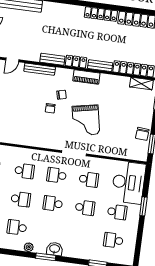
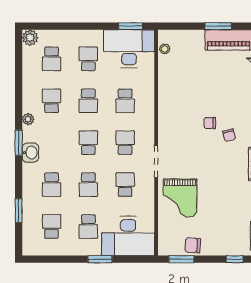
grand piano: (86, 120) -> (180, 198), moved, turned -79
school desk: (89, 180) -> (125, 185), turned 180
school desk: (81, 236) -> (52, 185), added

